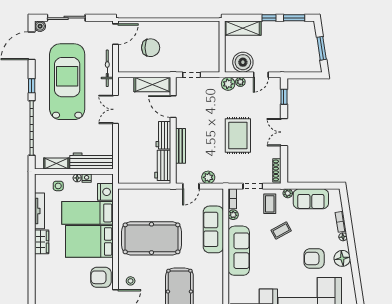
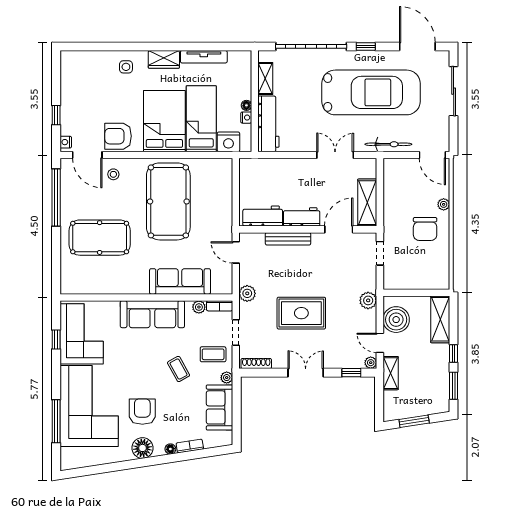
plant: (154, 25) -> (444, 204), added
boiler: (40, 26) -> (443, 57), removed
chair: (151, 48) -> (425, 229), moved
shelving: (284, 66) -> (391, 373), added
plant: (240, 82) -> (371, 363), moved
plant: (208, 177) -> (247, 293), moved
side table: (58, 186) -> (126, 67), moved
armchair: (101, 277) -> (118, 136), turned -90

